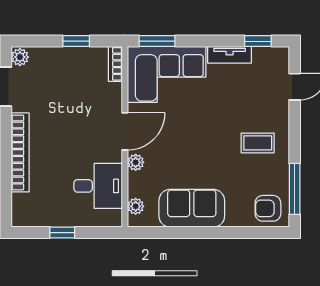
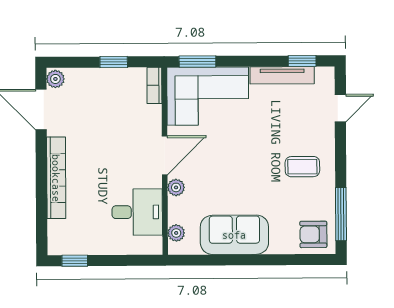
tv unit: (230, 55) -> (282, 75), width x1.41
window: (62, 233) -> (75, 261), moved

